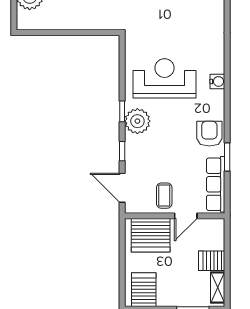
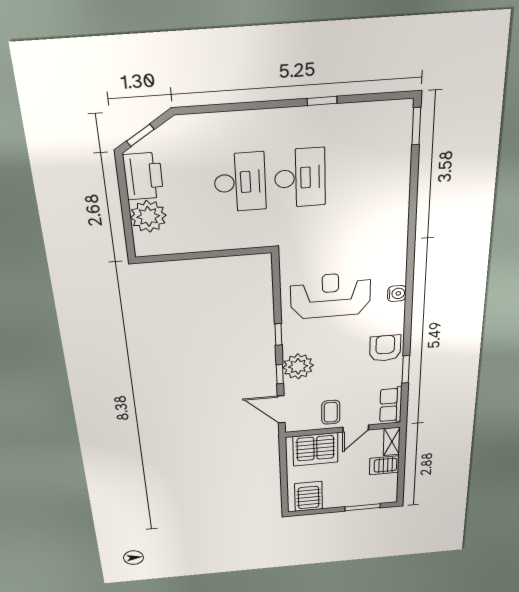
plant: (137, 121) -> (298, 366), moved
row of seats: (216, 184) -> (391, 405), width x0.68
shelving: (218, 288) -> (392, 441), moved

